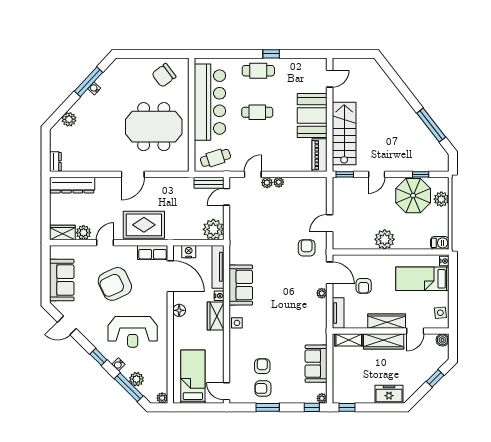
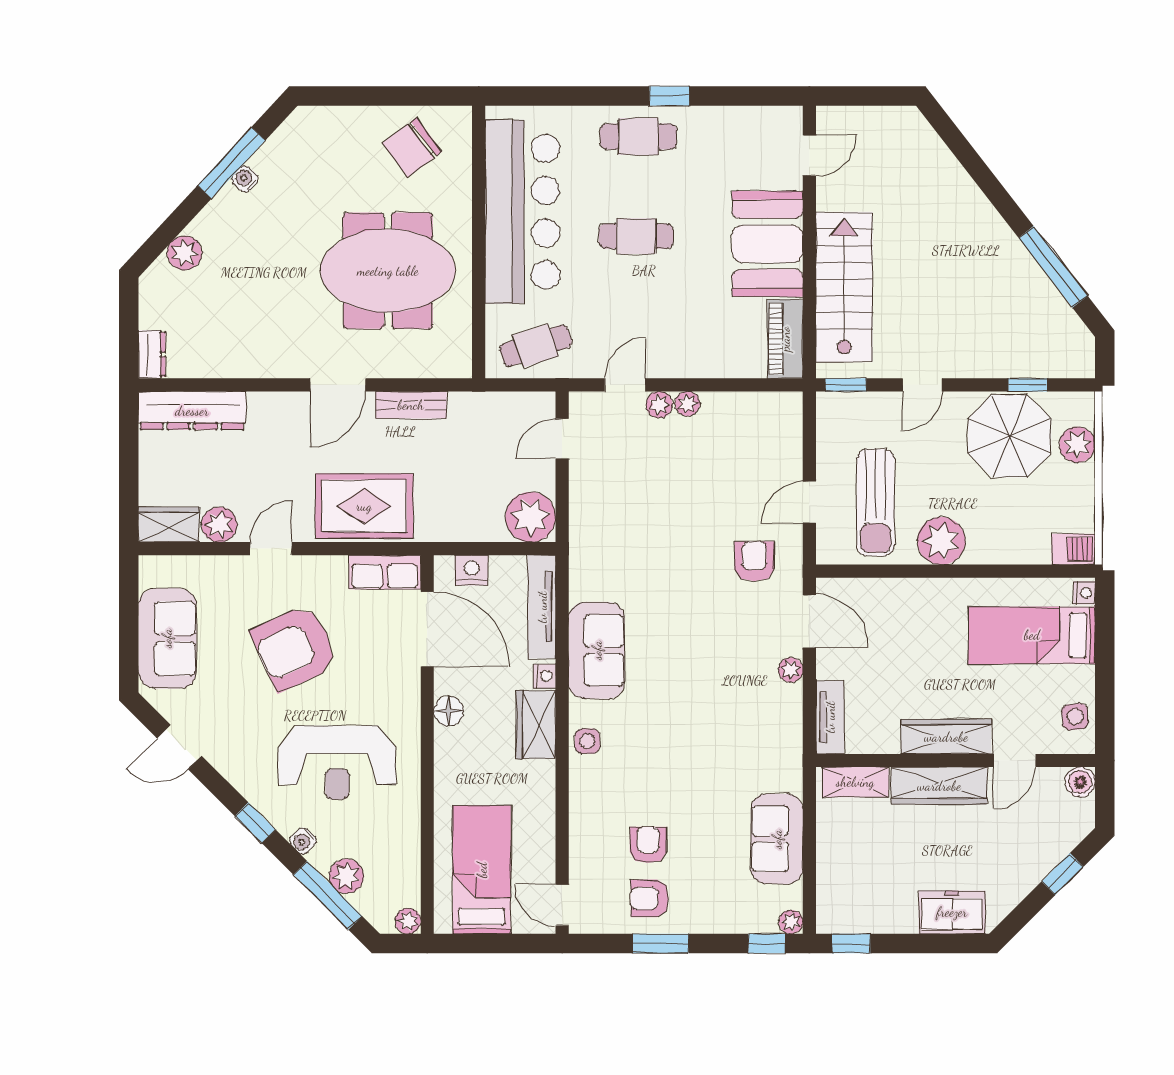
bench: (209, 183) -> (411, 405), moved
sun lounger: (357, 223) -> (876, 502), added
armchair: (364, 286) -> (891, 652), removed

